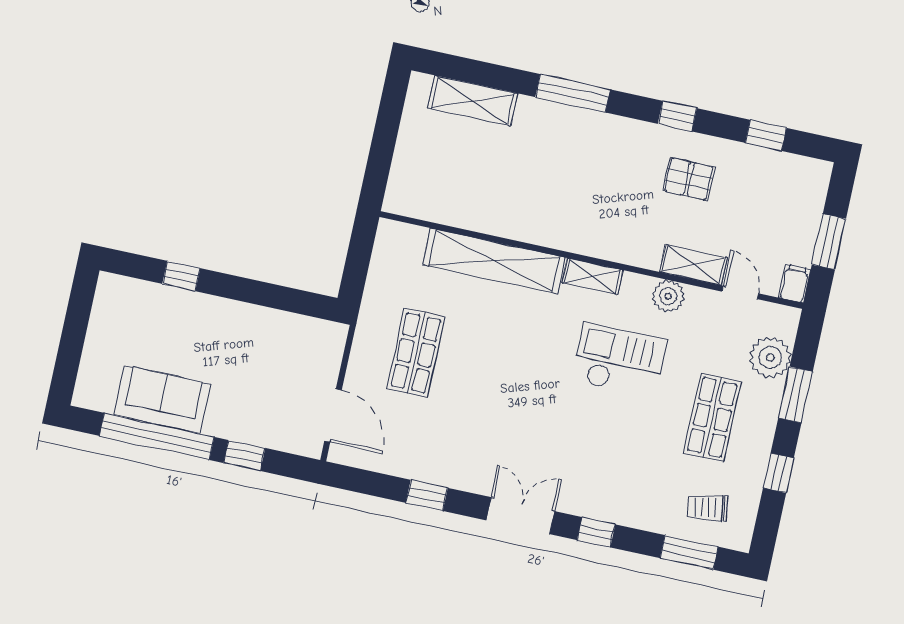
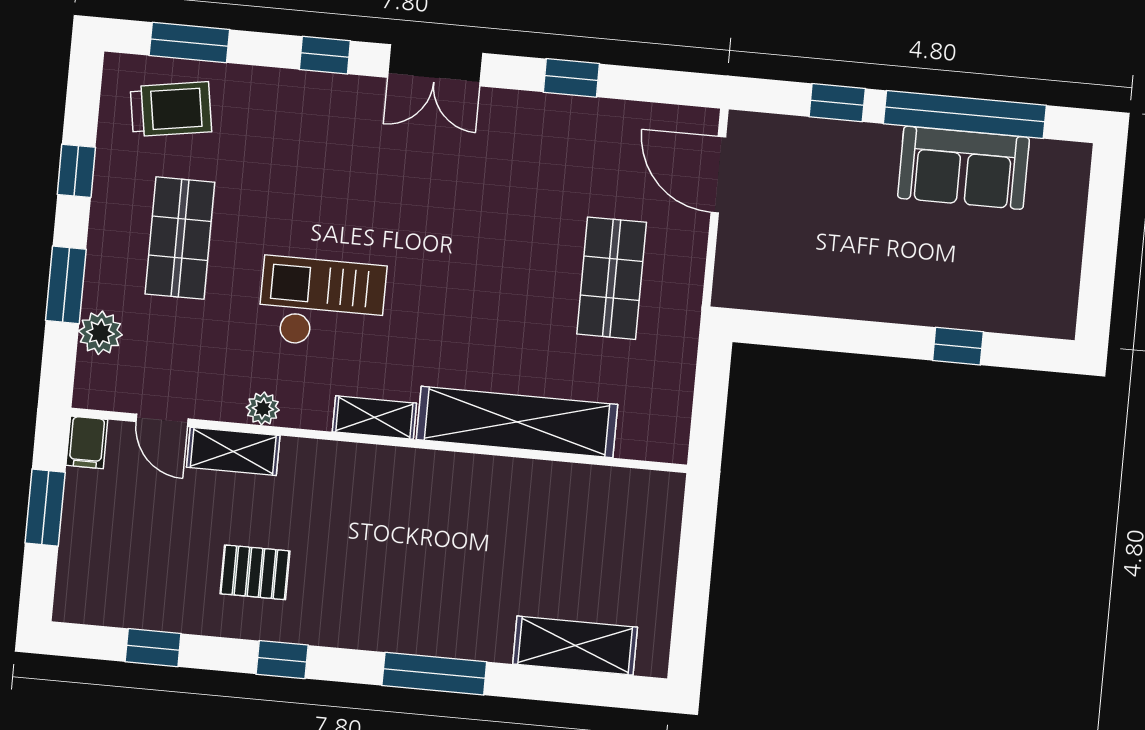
plant: (668, 296) -> (263, 409), width x0.73, depth x0.73
plant: (770, 357) -> (100, 333), width x0.73, depth x0.73
checkout: (619, 360) -> (322, 303), turned 180
trolley: (708, 508) -> (171, 109), width x1.36, depth x1.39

